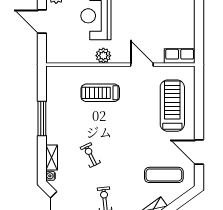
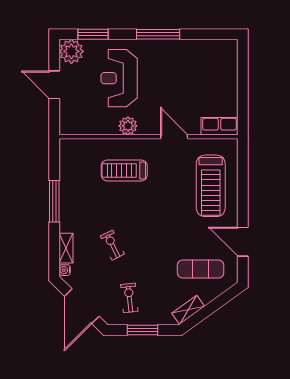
treadmill: (172, 106) -> (211, 186), turned 180

